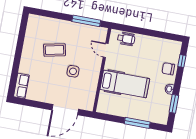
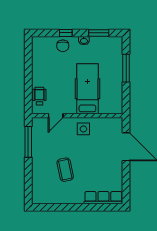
window: (182, 61) -> (66, 33), moved
side table: (73, 71) -> (83, 129), moved
row of seats: (21, 86) -> (103, 198), width x1.48

